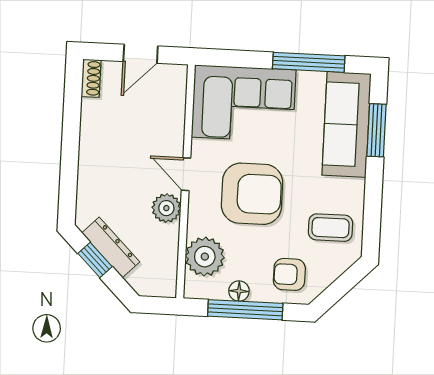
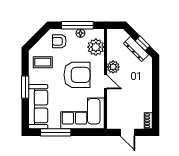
door: (141, 54) -> (128, 132), swing flipped
window: (377, 130) -> (25, 87), moved
armchair: (252, 194) -> (77, 75), turned 180
armchair: (289, 274) -> (59, 41), turned 180

